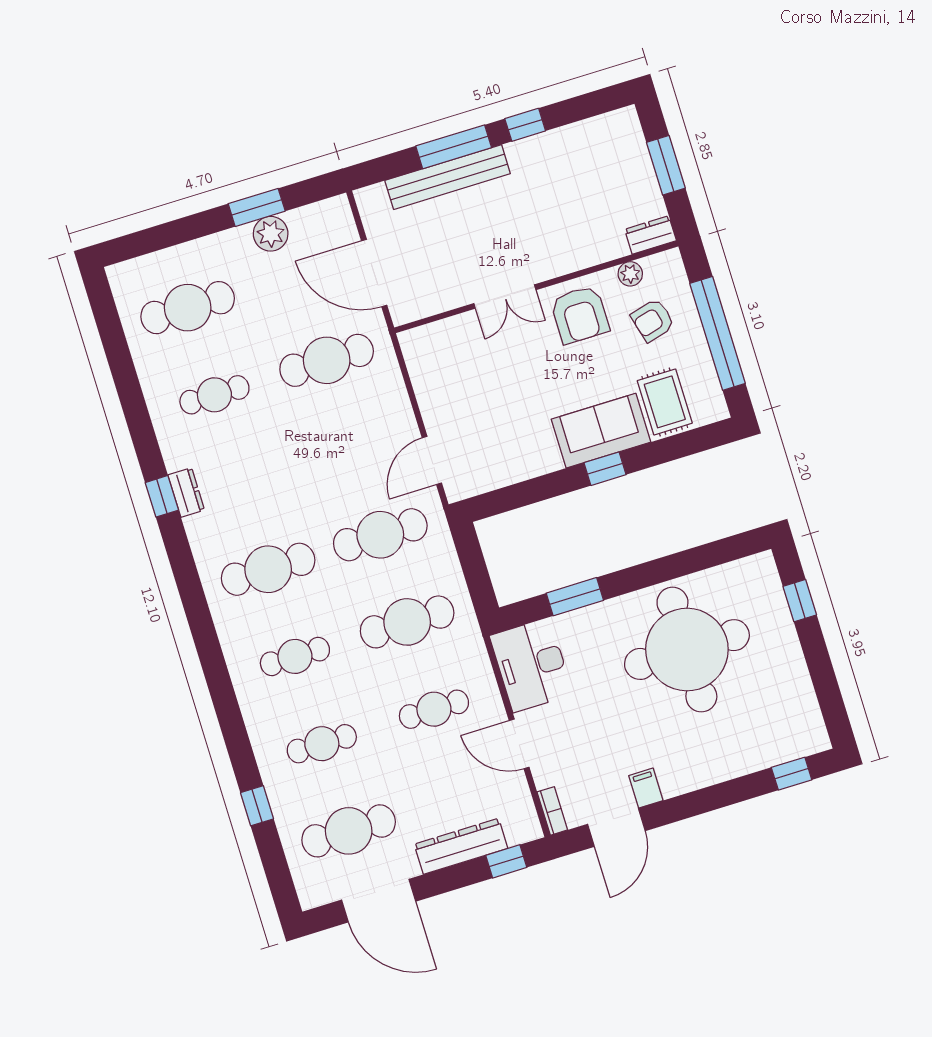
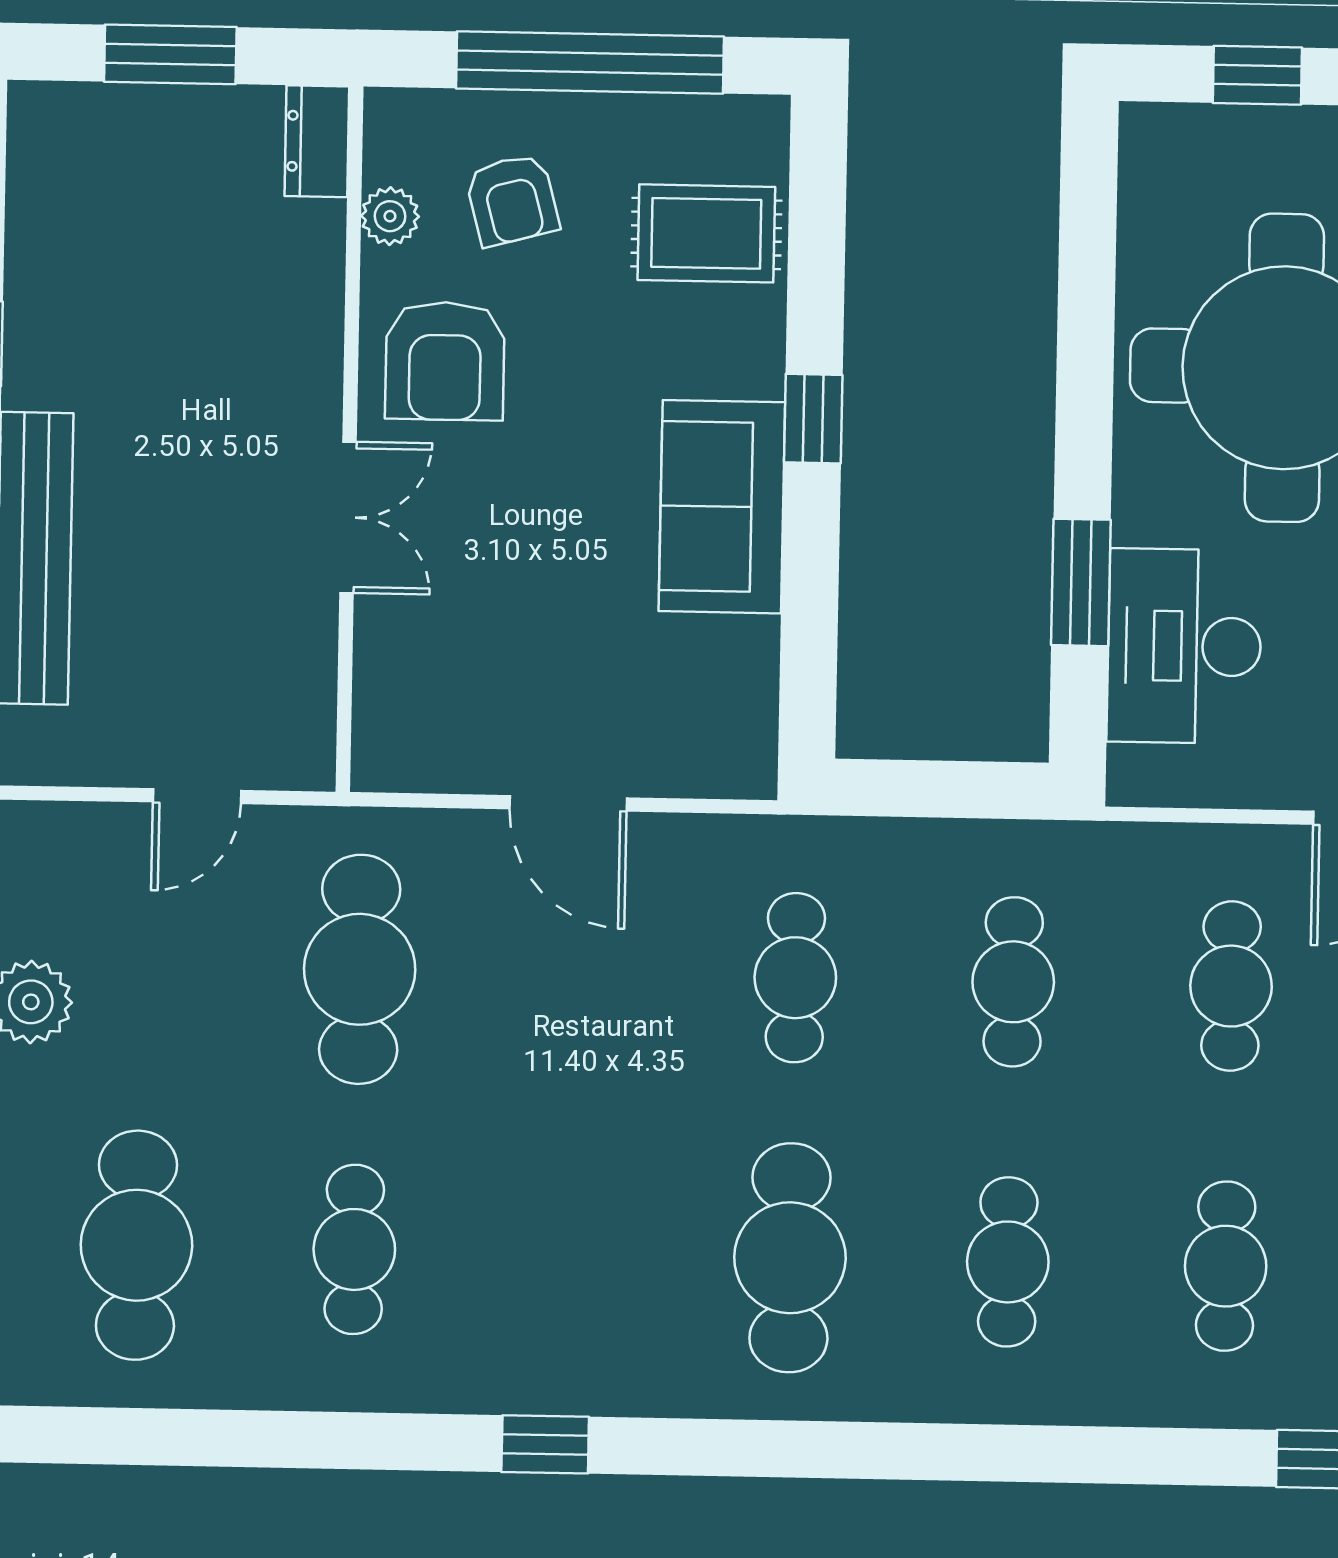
door: (374, 273) -> (197, 796), width x0.53
armchair: (580, 315) -> (445, 361), turned 90
sofa: (601, 431) -> (722, 507), moved
door: (432, 460) -> (568, 803), moved
dresser: (186, 492) -> (555, 1386), removed
cafe table: (380, 535) -> (795, 978), width x0.73, depth x0.74
cafe table: (407, 622) -> (1013, 982), width x0.73, depth x0.74
desk: (531, 665) -> (1184, 646), moved, turned 90

